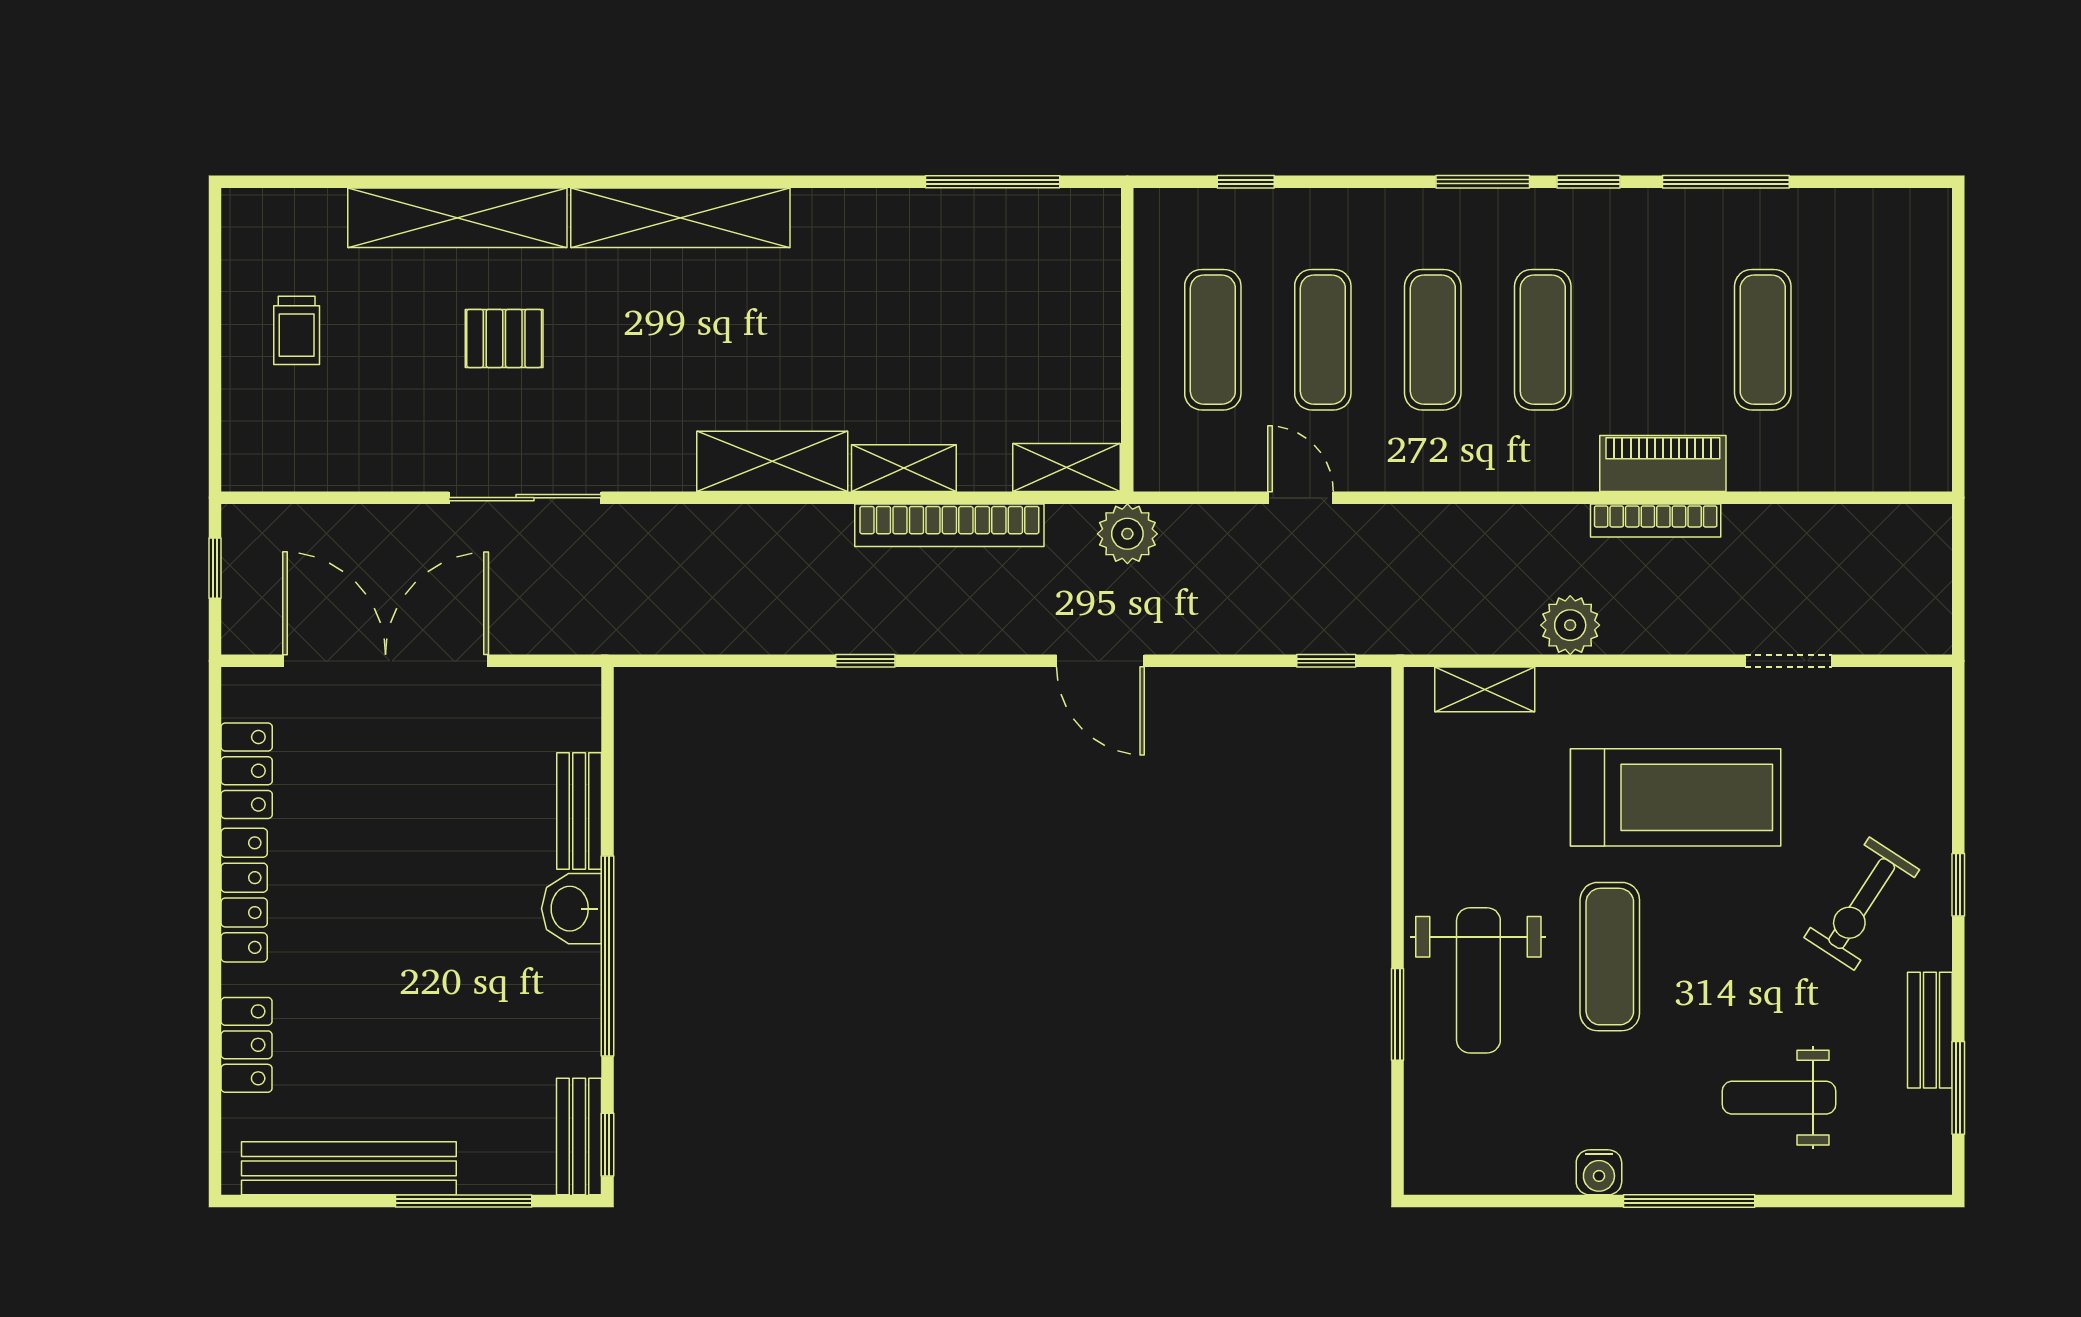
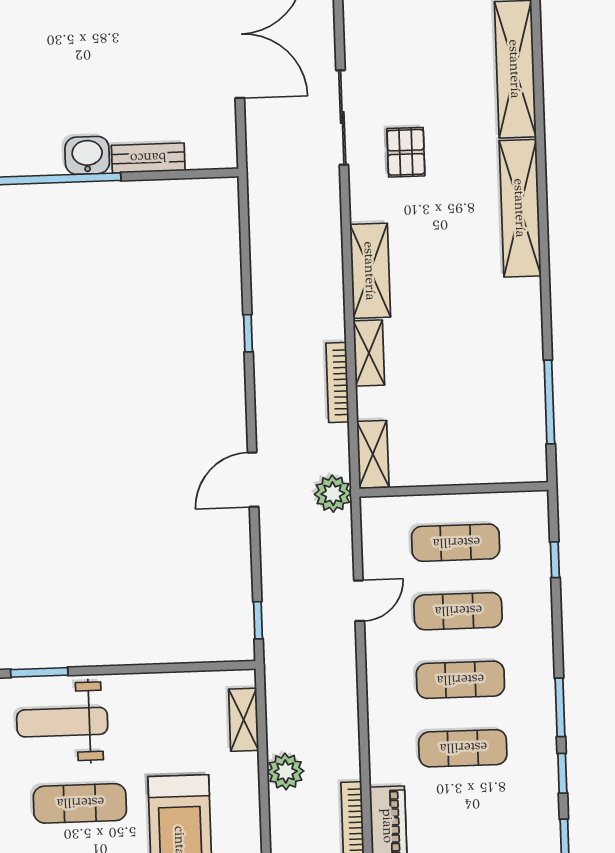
pallet: (504, 338) -> (406, 152), moved
bookcase: (949, 525) -> (337, 382), width x0.68, depth x0.76

